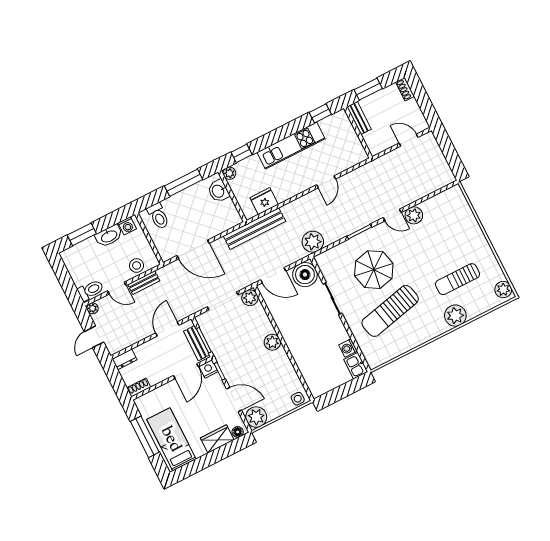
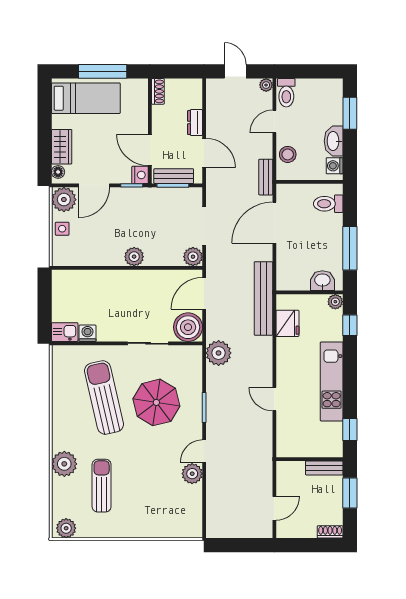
bench: (144, 283) -> (266, 177), moved
dresser: (125, 359) -> (195, 123), moved
side table: (298, 399) -> (62, 229), moved

